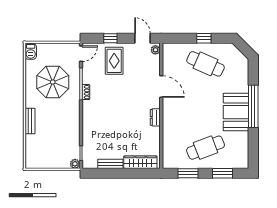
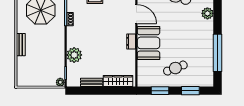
plant: (242, 86) -> (207, 13), added
window: (253, 106) -> (217, 53), moved
booth: (236, 112) -> (149, 43), moved
plant: (91, 133) -> (74, 55), added
cafe table: (206, 148) -> (175, 68), width x0.73, depth x0.74

